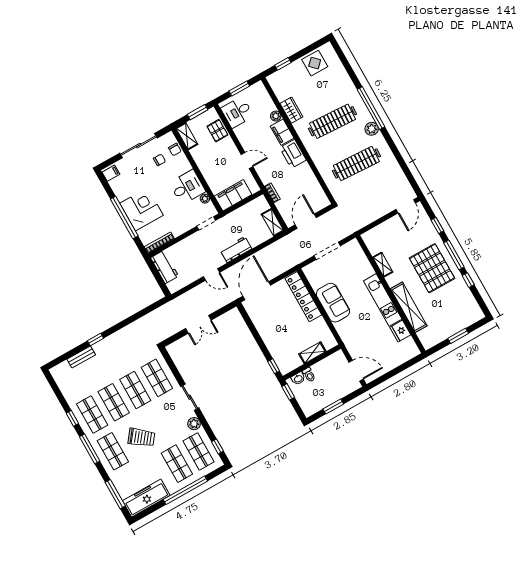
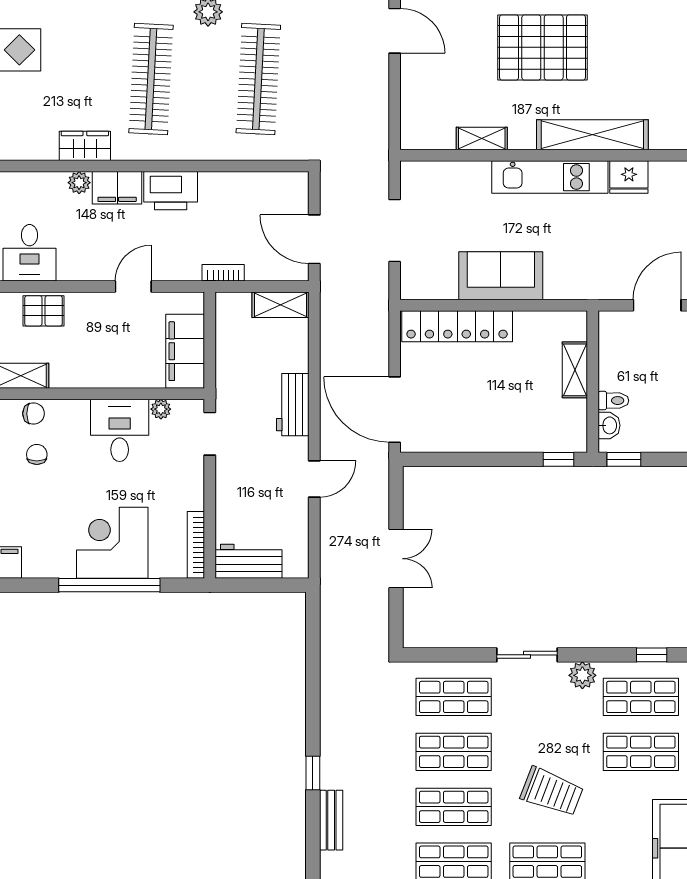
trolley: (141, 437) -> (552, 792), turned 73

